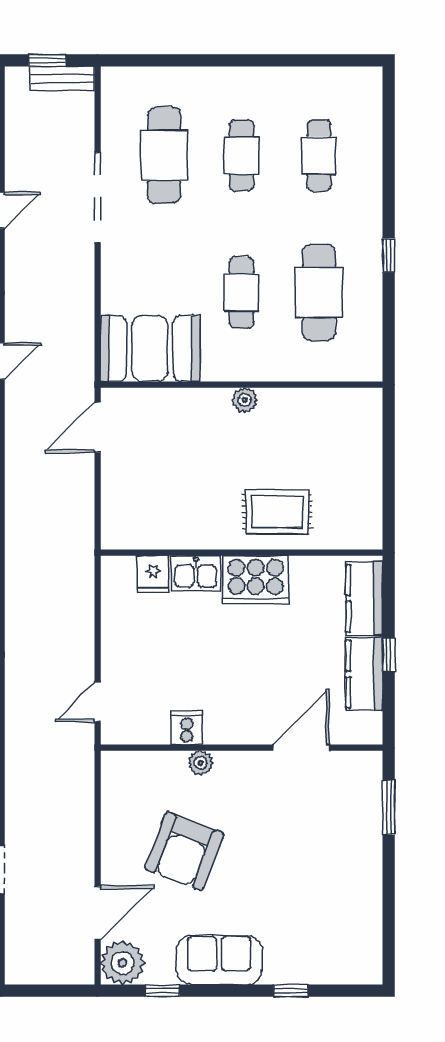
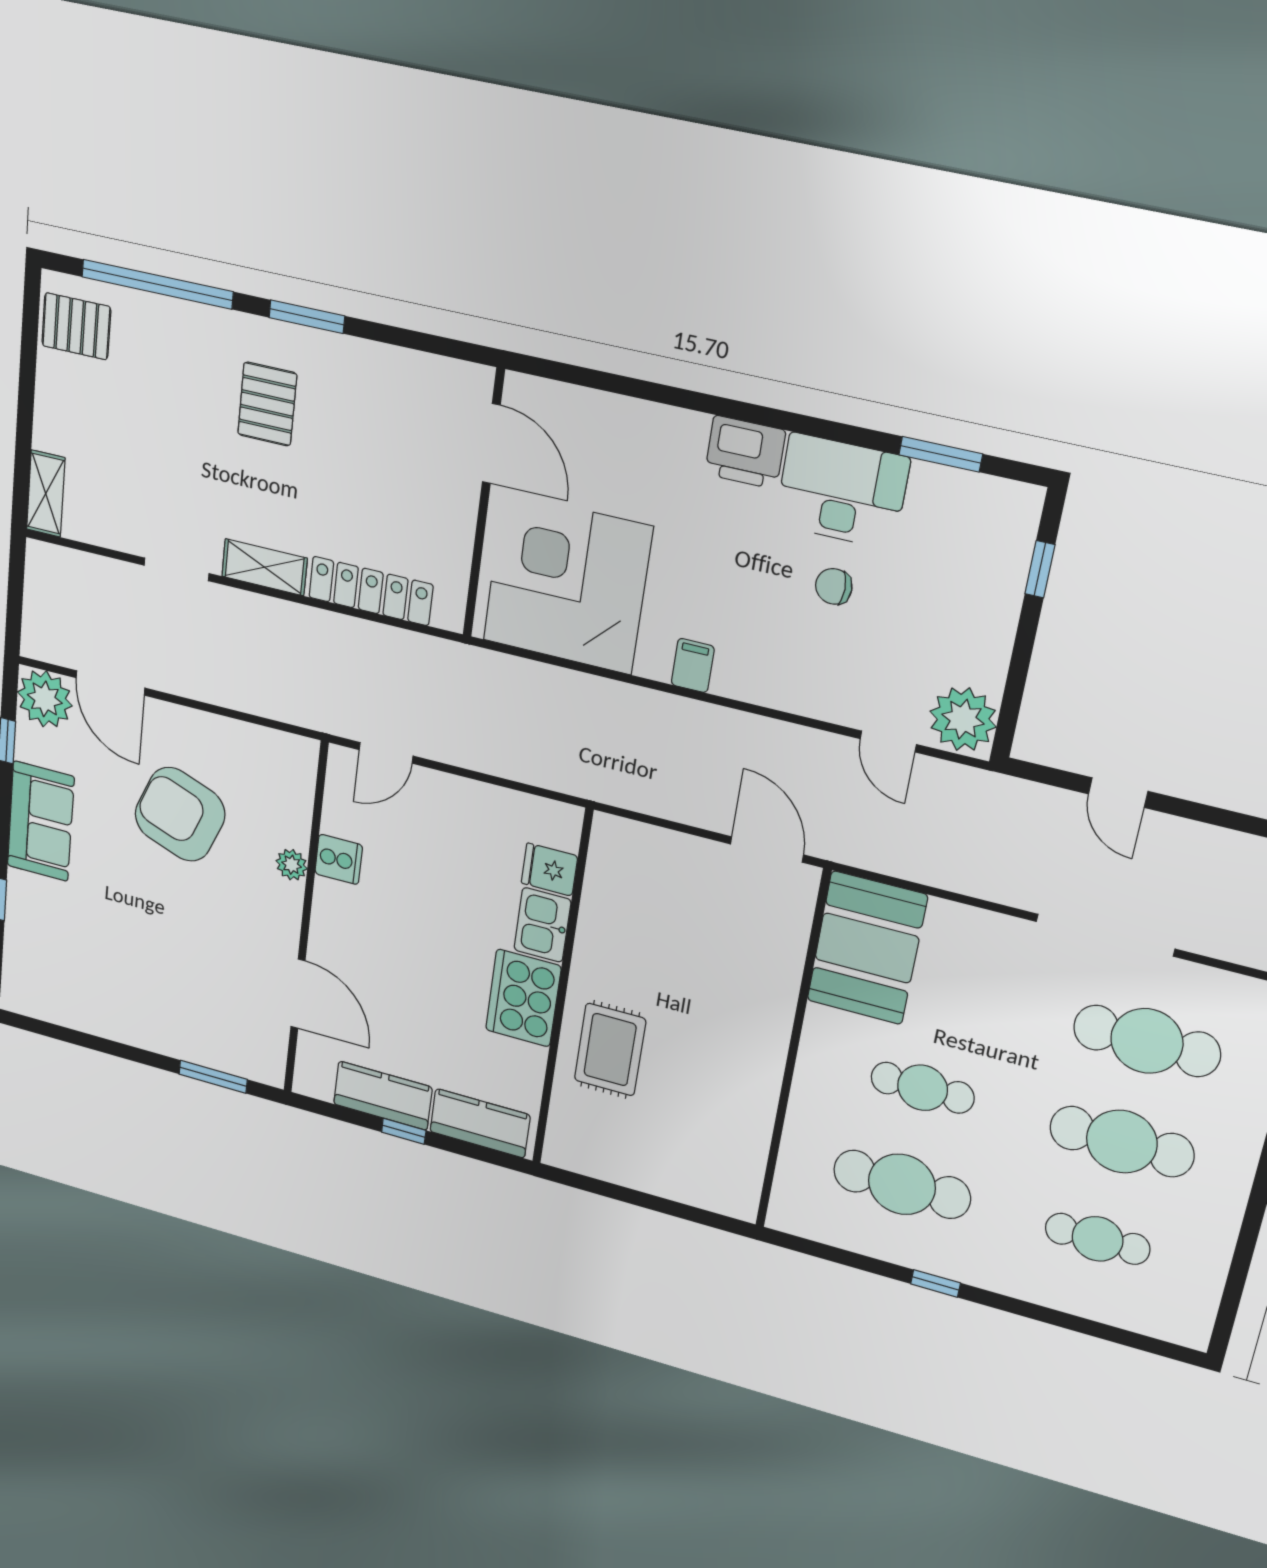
cafe table: (242, 155) -> (1122, 1142), width x1.37, depth x1.35
plant: (245, 400) -> (770, 1051), removed
door: (98, 702) -> (386, 753), swing flipped

